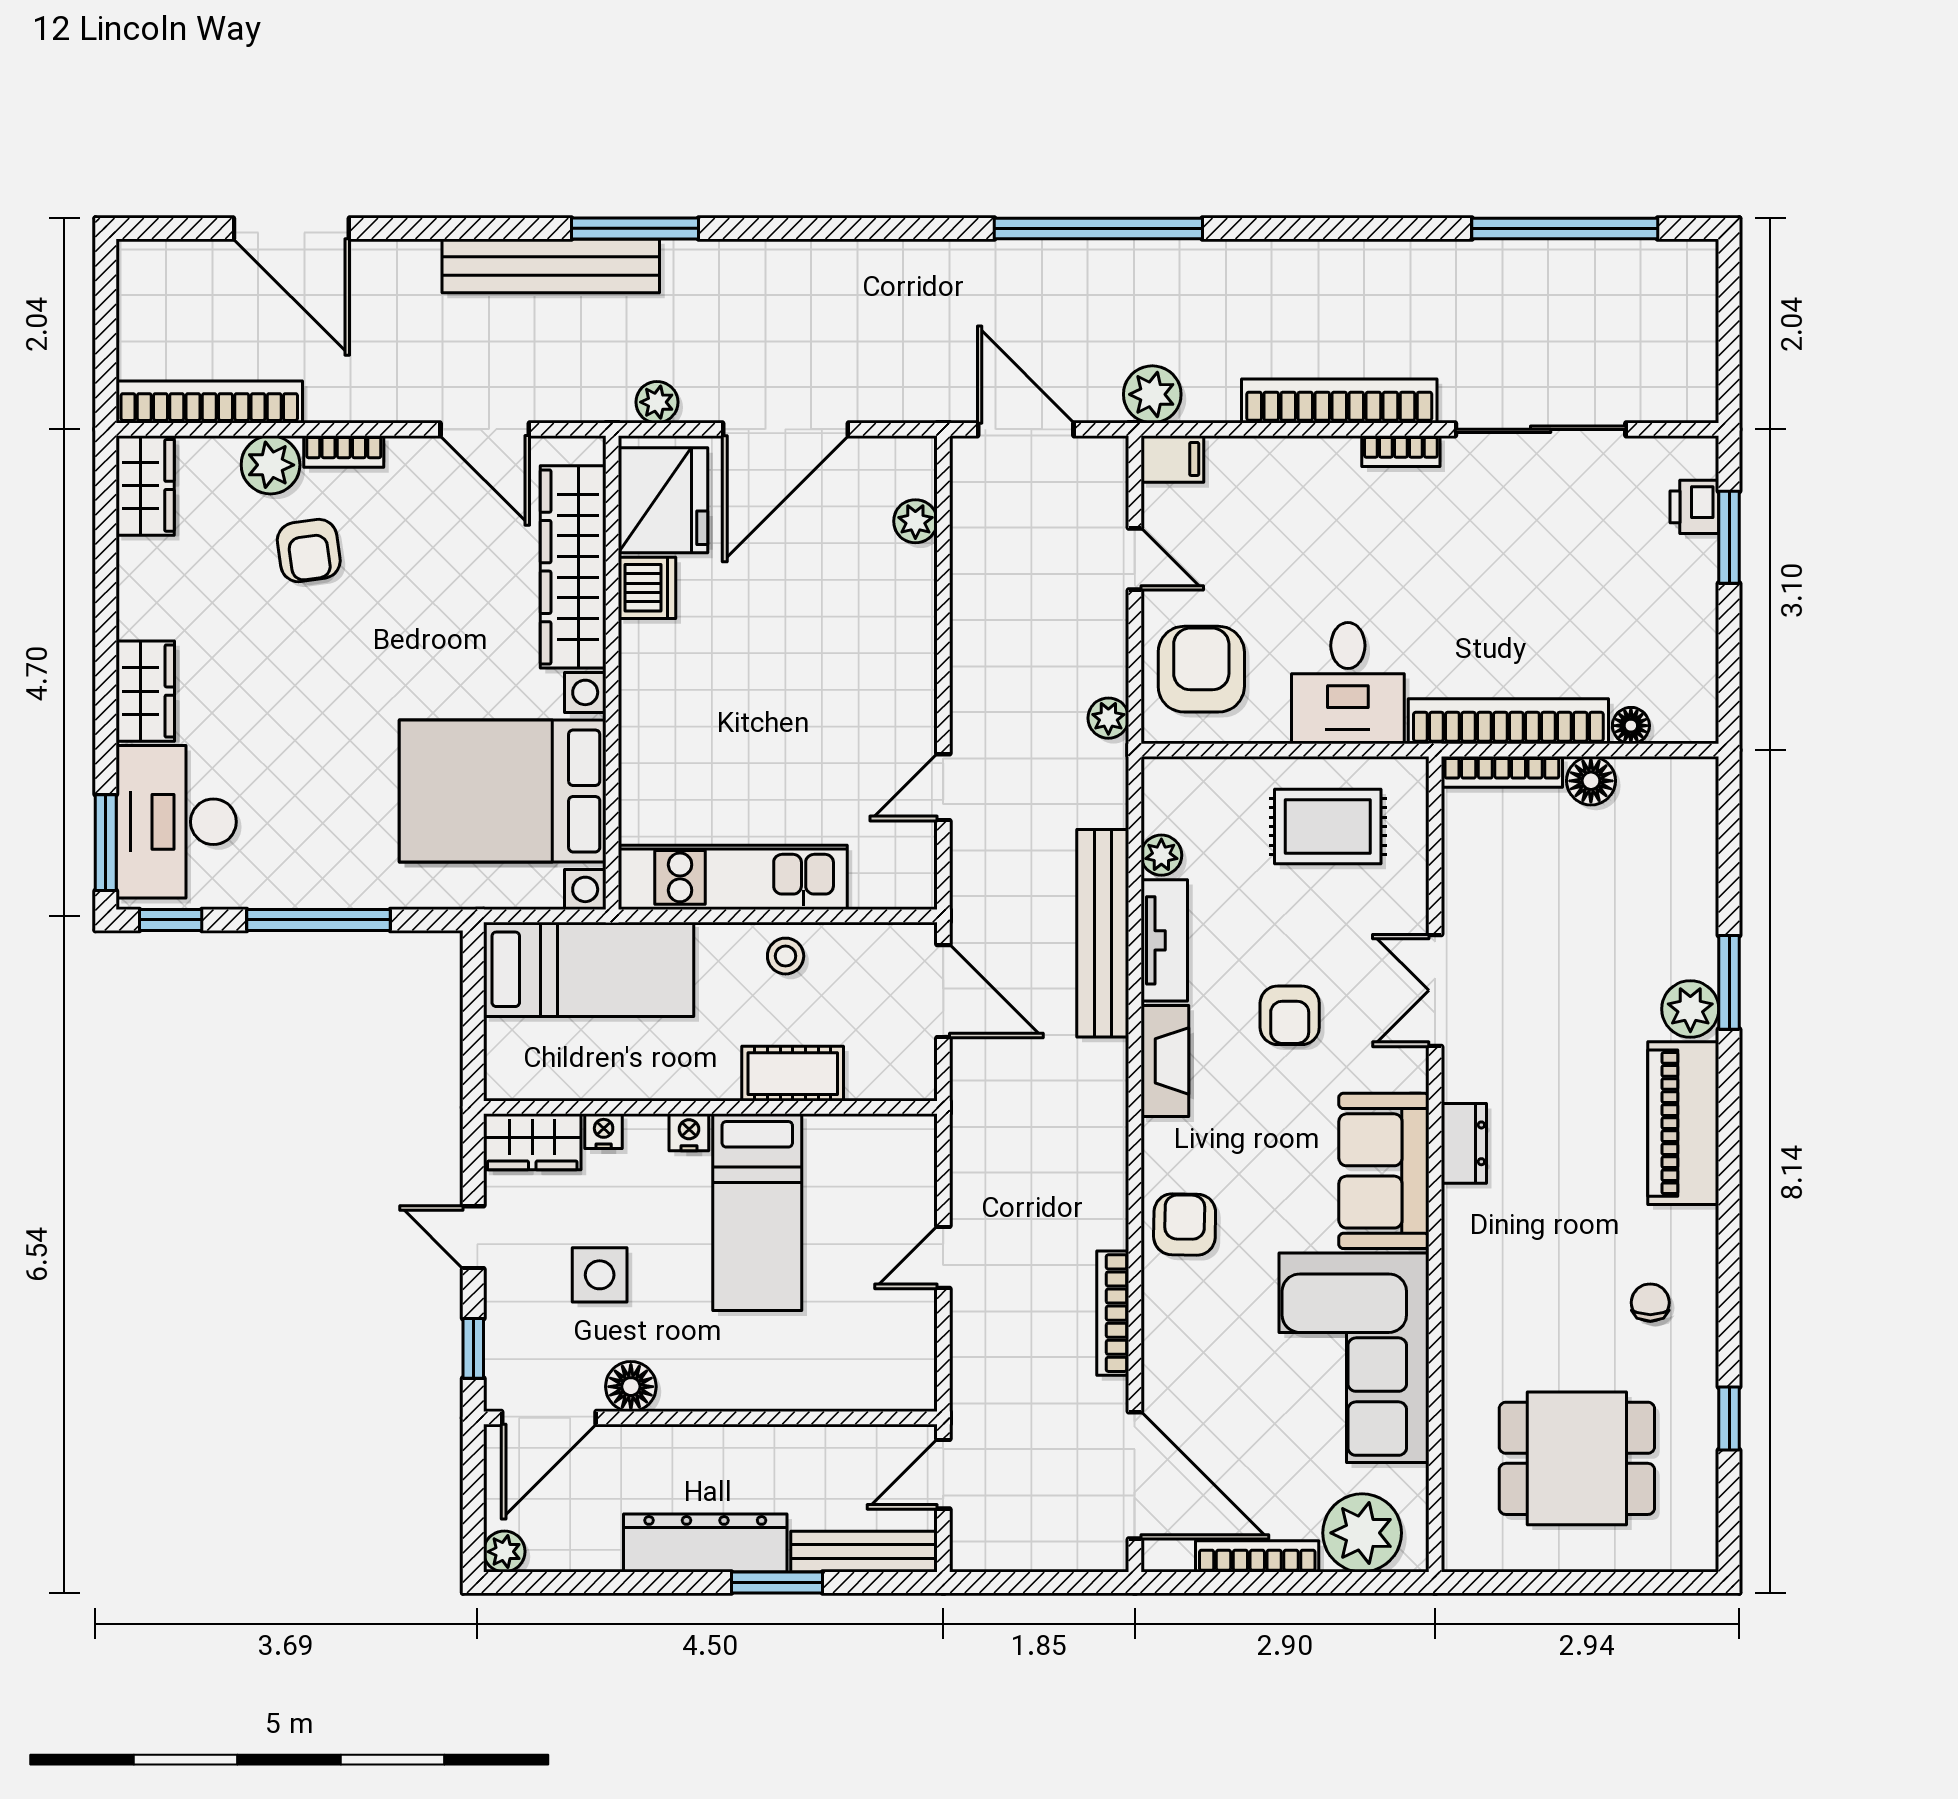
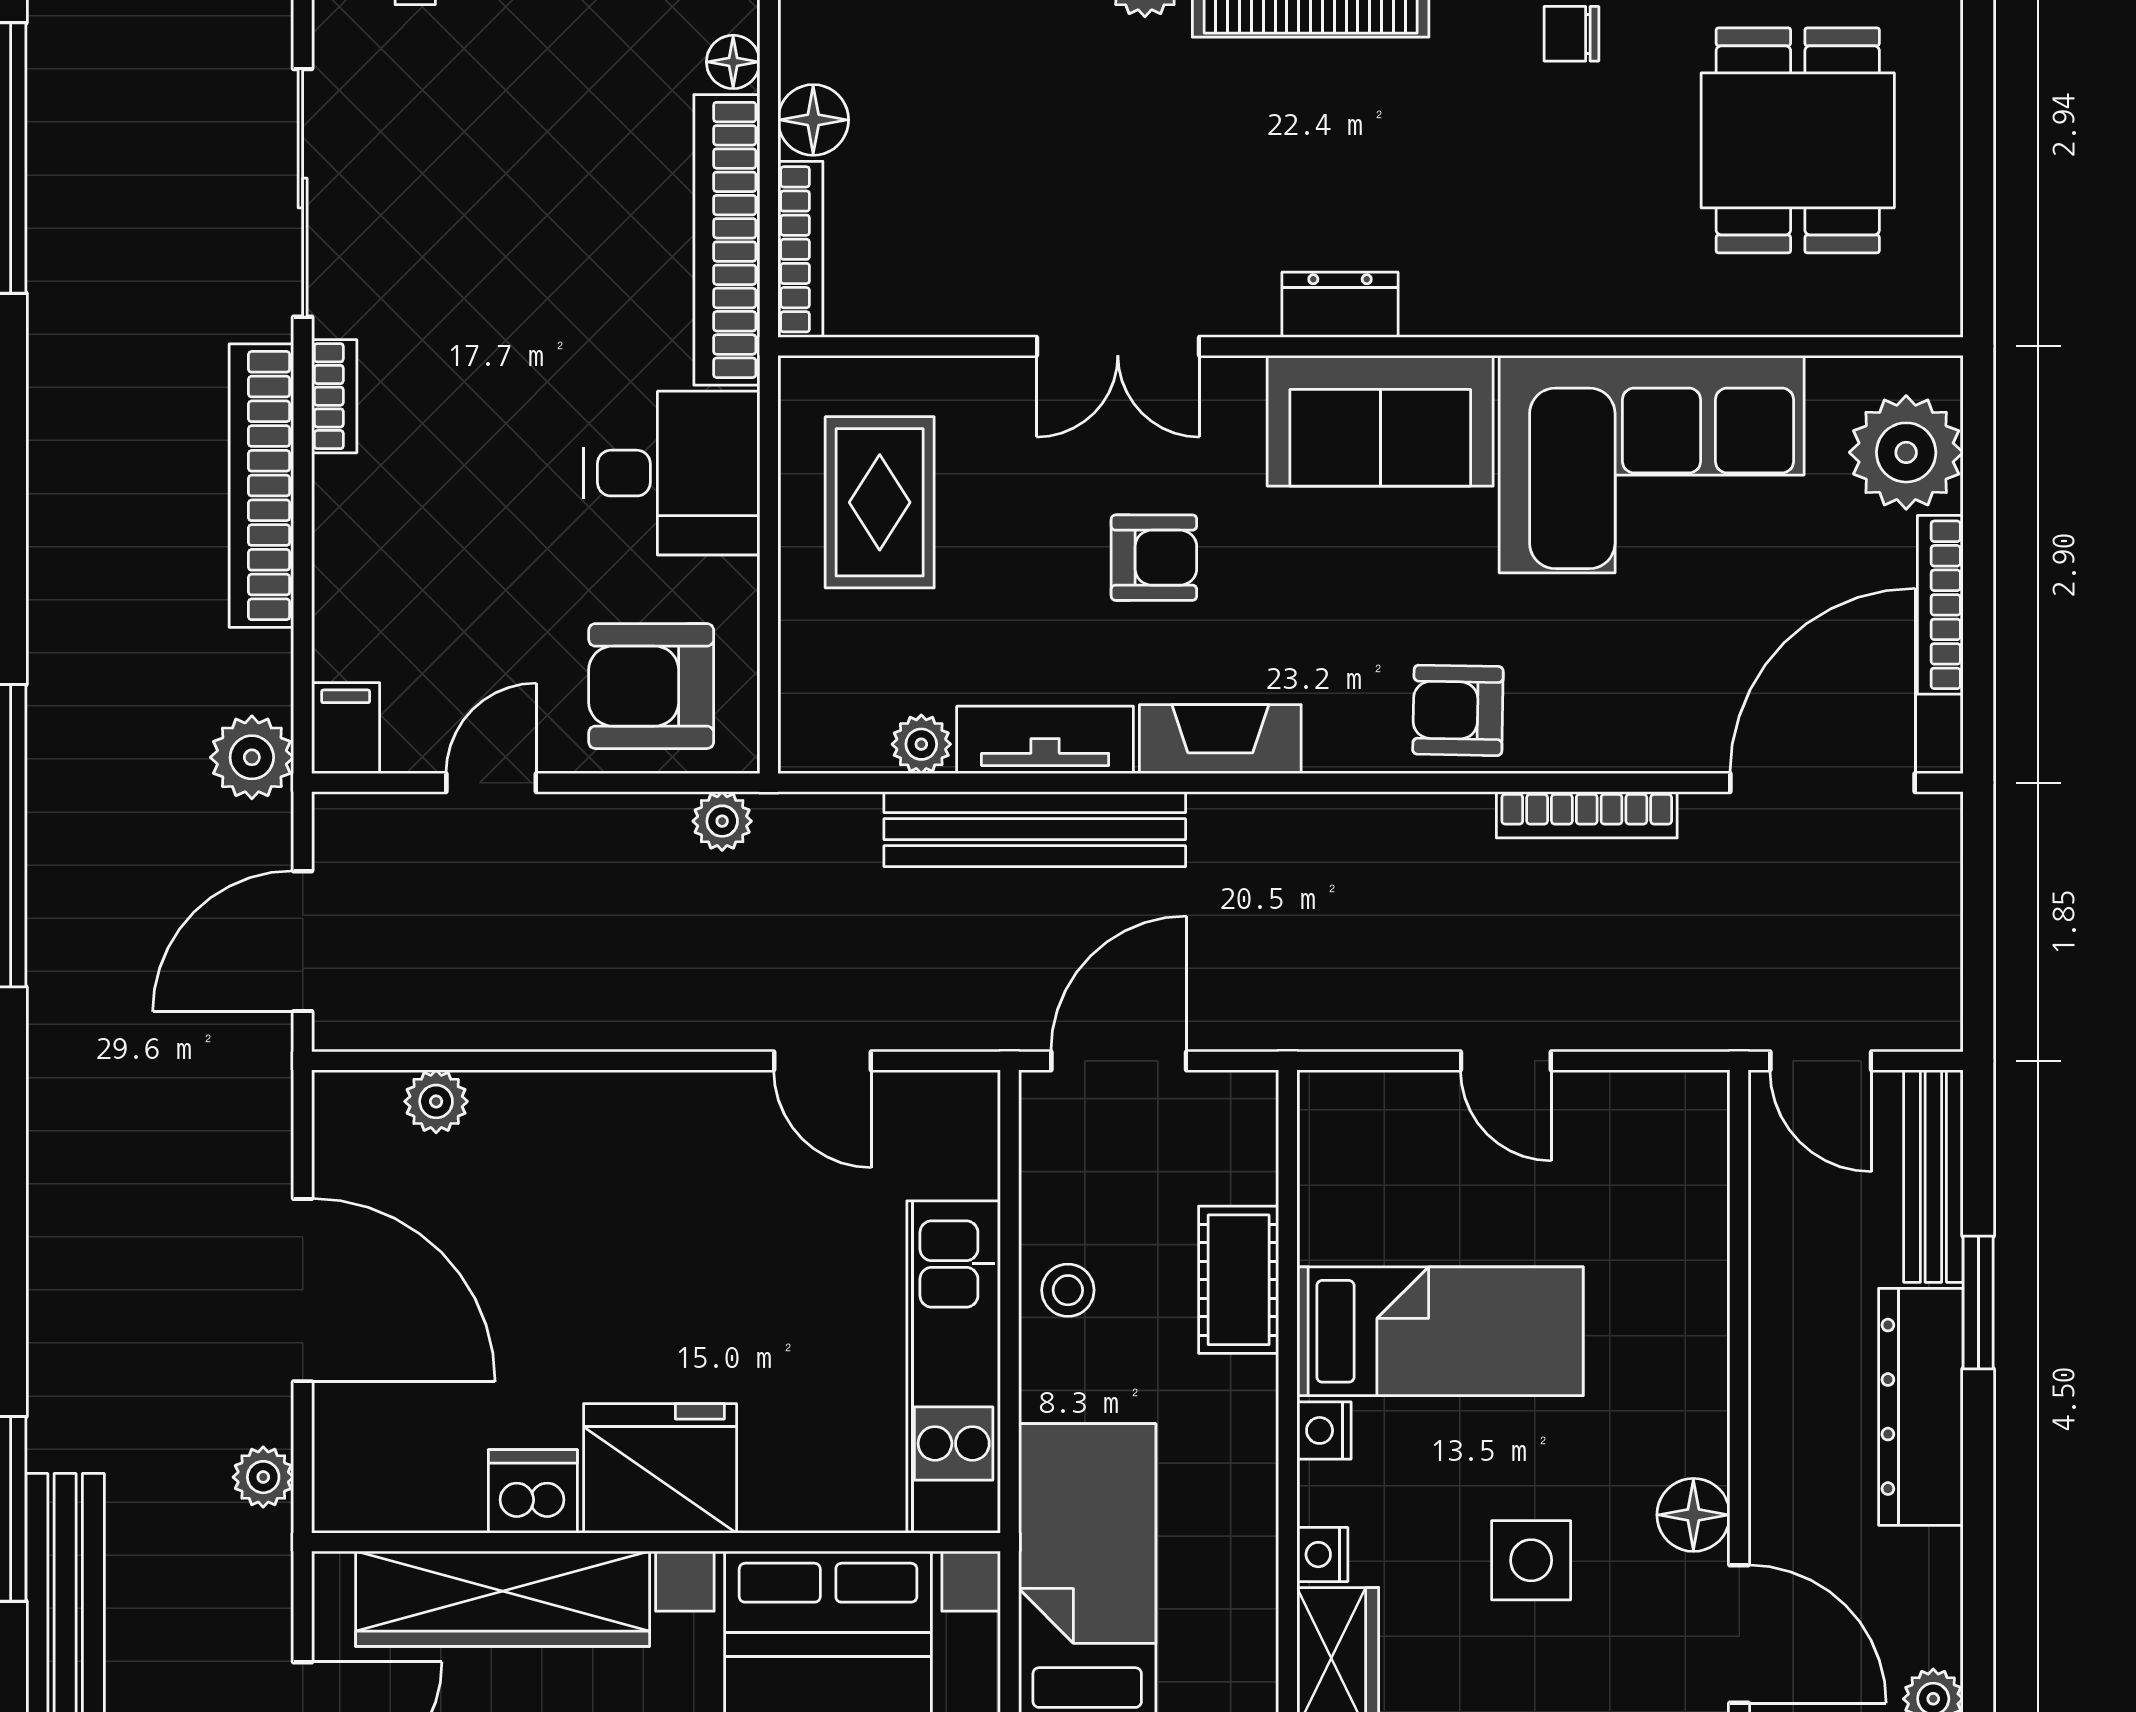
fridge: (663, 500) -> (660, 1468), moved

